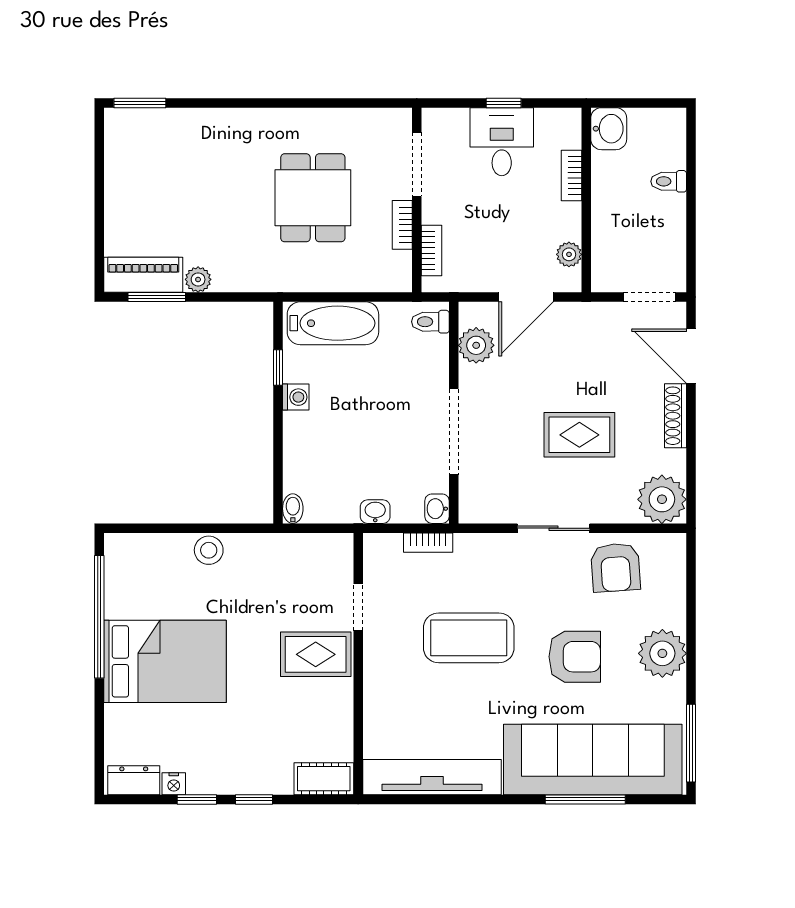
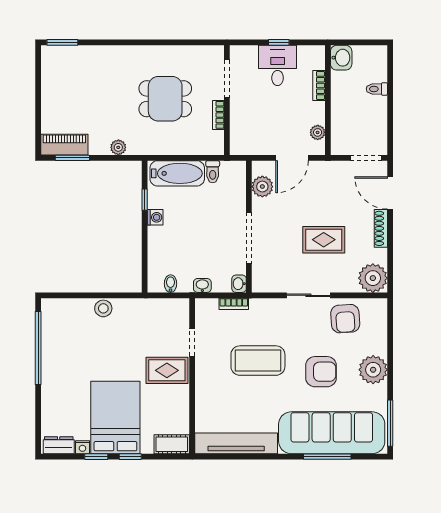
dining table: (313, 198) -> (165, 99), turned 90
bookcase: (431, 250) -> (236, 130), removed
plant: (198, 279) -> (118, 147), moved
toilet: (430, 322) -> (213, 172), moved, turned -90
bidet: (293, 509) -> (171, 284), moved
bed: (165, 661) -> (115, 417), moved, turned -90

